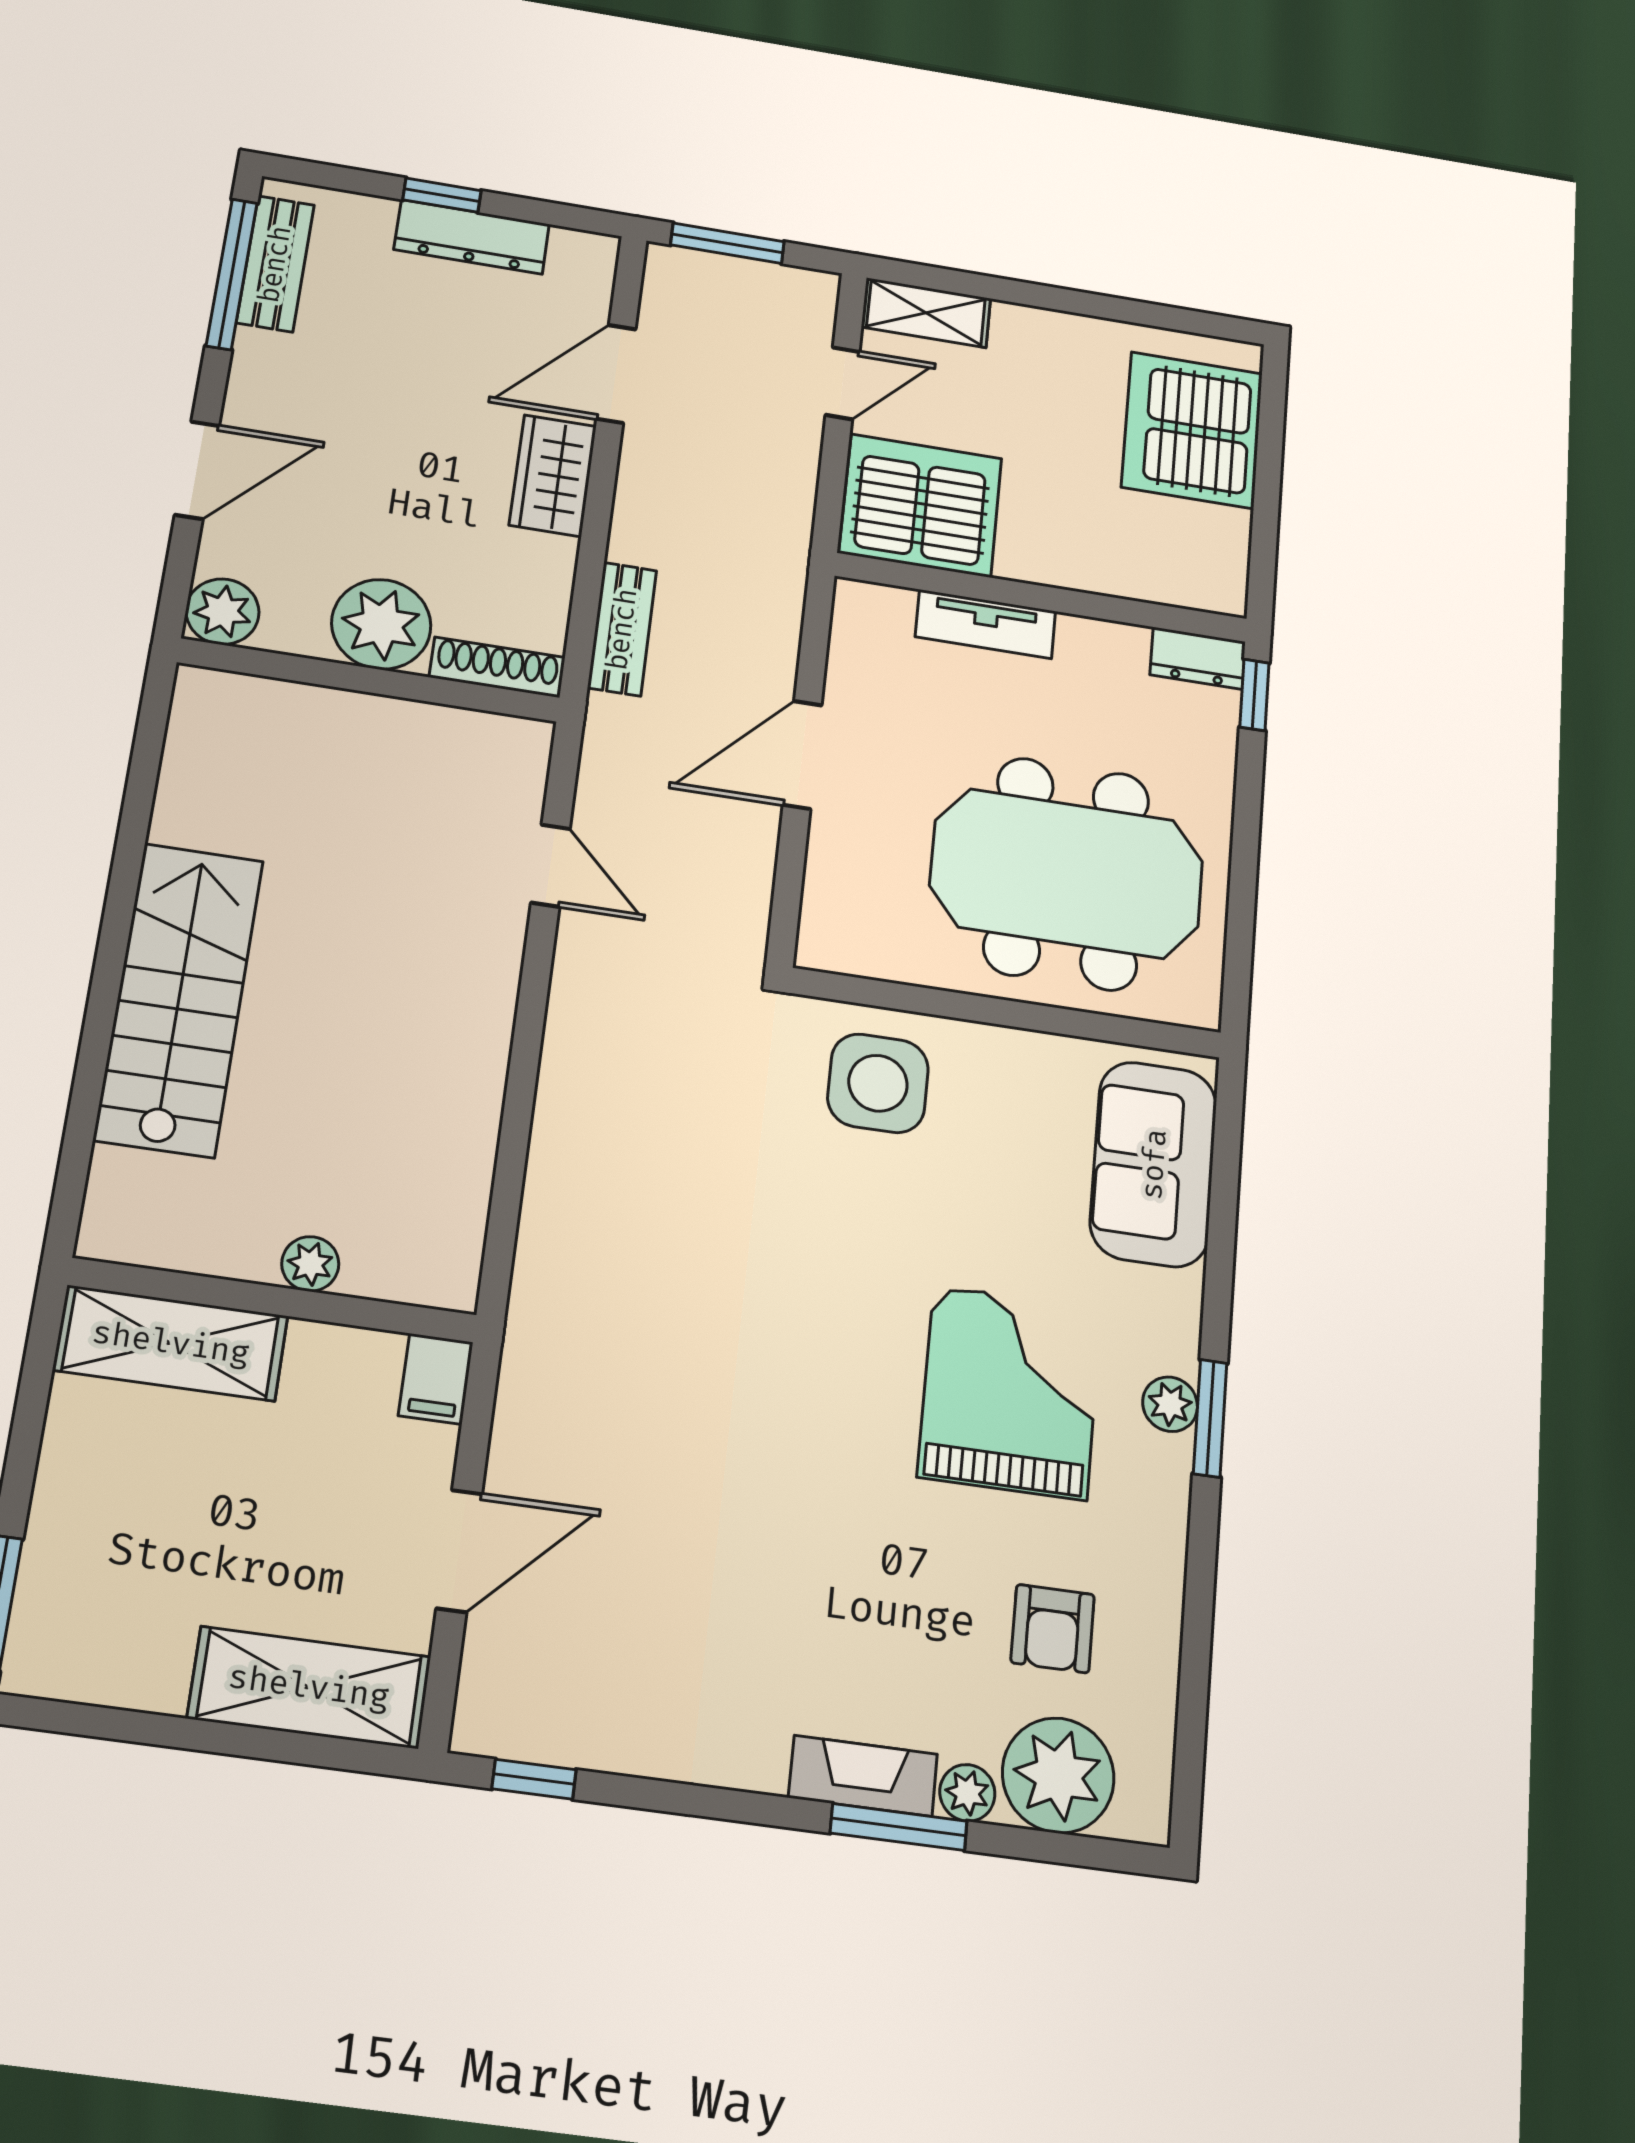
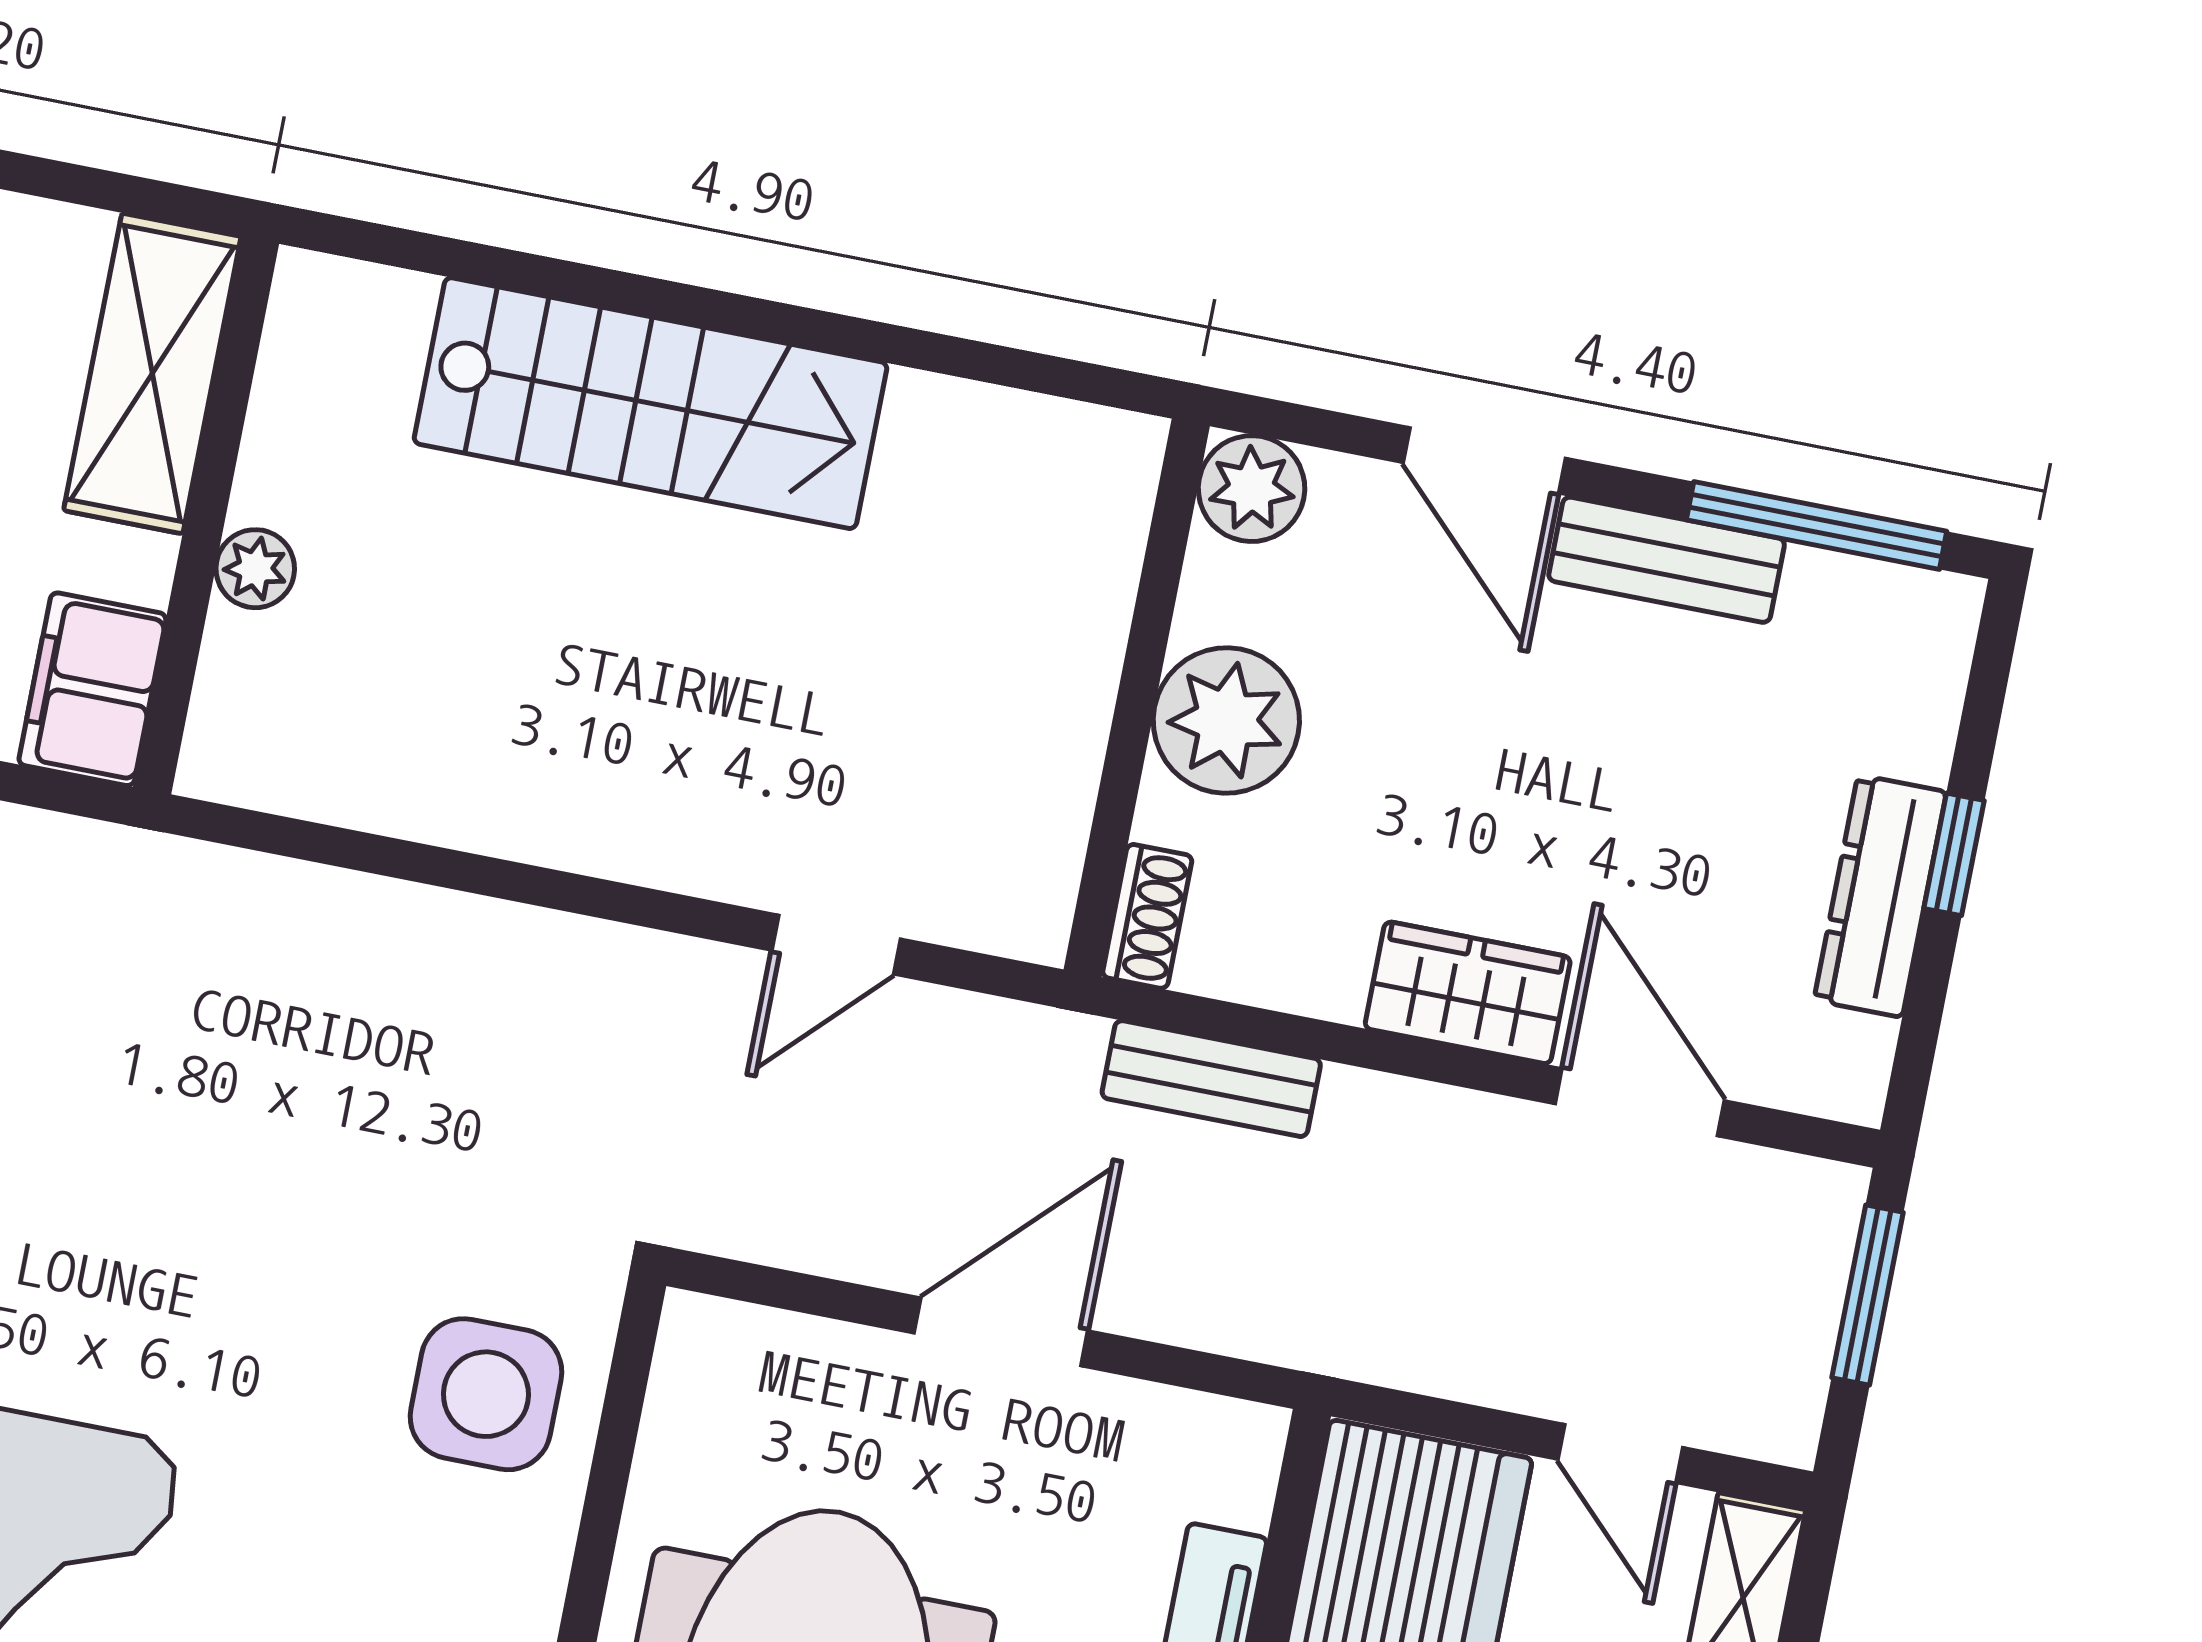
bench: (275, 264) -> (1667, 560), moved
shoe rack: (497, 667) -> (1147, 916), width x0.70
door: (802, 755) -> (1001, 1332), hinge flipped
filing cabinet: (436, 1379) -> (92, 689), width x2.00

